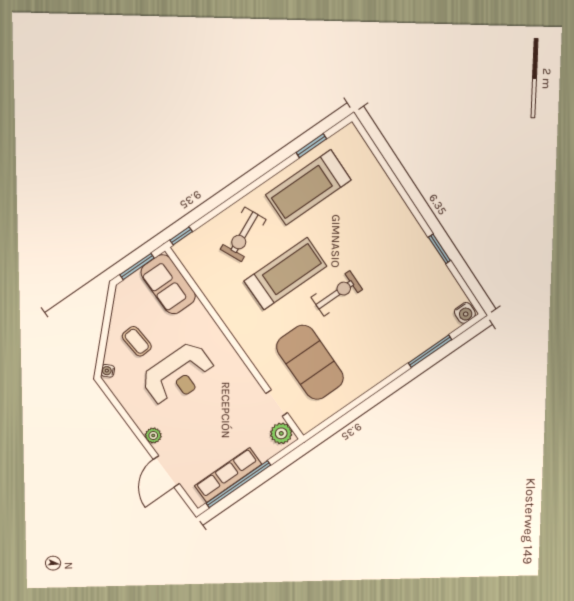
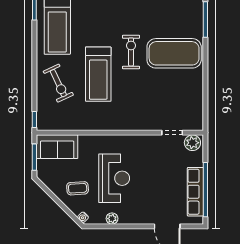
treadmill: (286, 274) -> (98, 74), turned 180
exercise mat: (310, 362) -> (174, 53), moved
plant: (153, 435) -> (112, 219), moved

